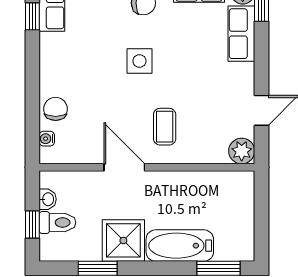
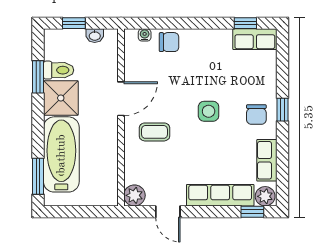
row of seats: (241, 34) -> (220, 195), width x1.48
toilet: (57, 223) -> (59, 70), moved, turned -90
bathtub: (180, 246) -> (61, 154), width x1.36, depth x1.36

